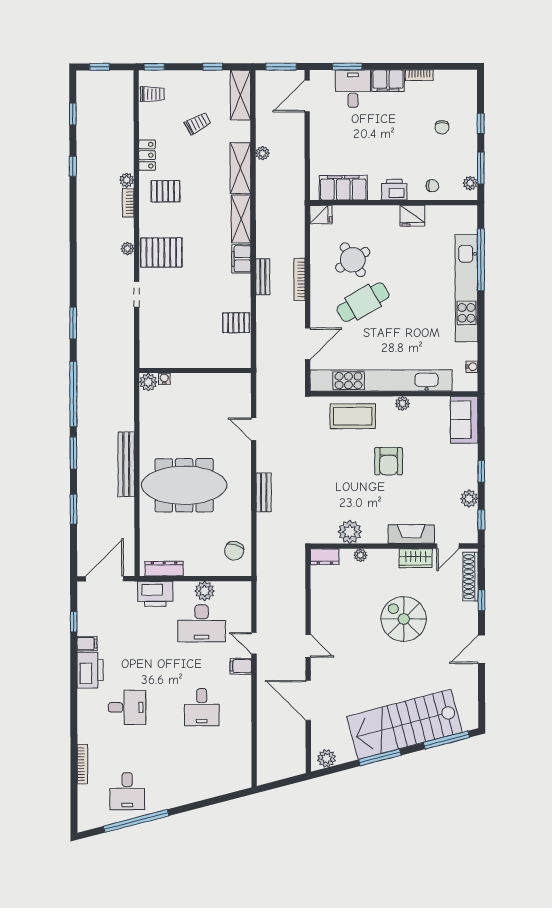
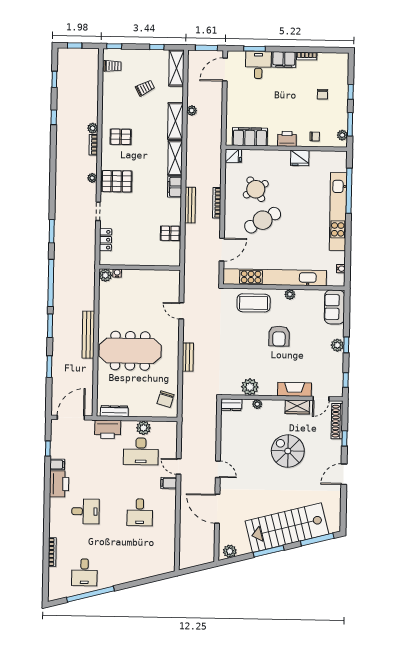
locker: (147, 155) -> (105, 240), moved
bench: (263, 277) -> (190, 205), width x1.36
plant: (469, 499) -> (337, 345), moved

